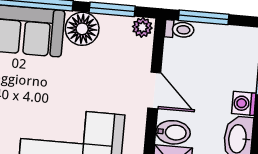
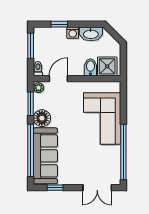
window: (204, 17) -> (31, 46), moved
door: (154, 90) -> (58, 79), moved

